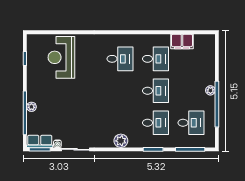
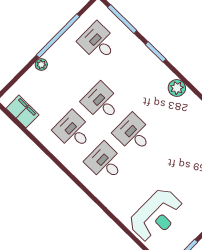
filing cabinet: (182, 41) -> (22, 112), moved
plant: (210, 90) -> (41, 65), moved
desk: (155, 123) -> (133, 134), moved

